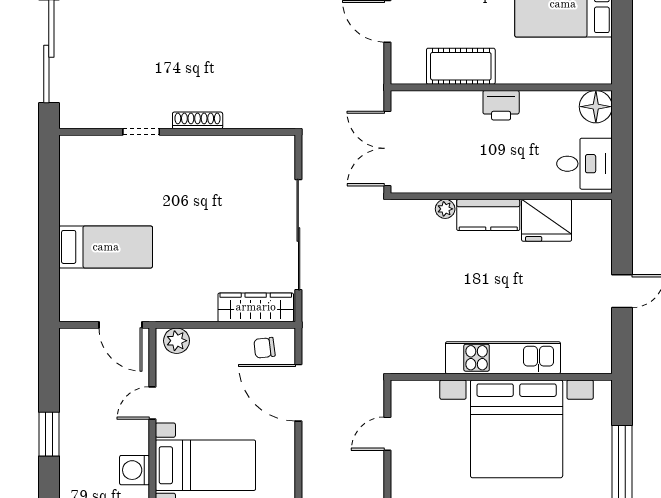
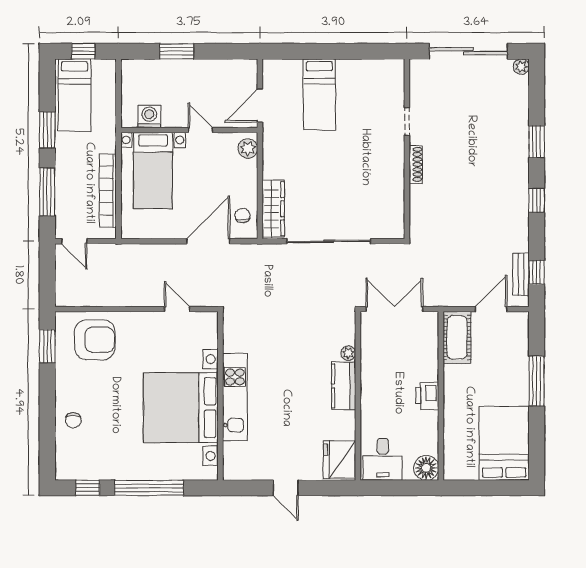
cot: (461, 66) -> (457, 337), moved
fridge: (547, 220) -> (340, 460), moved

